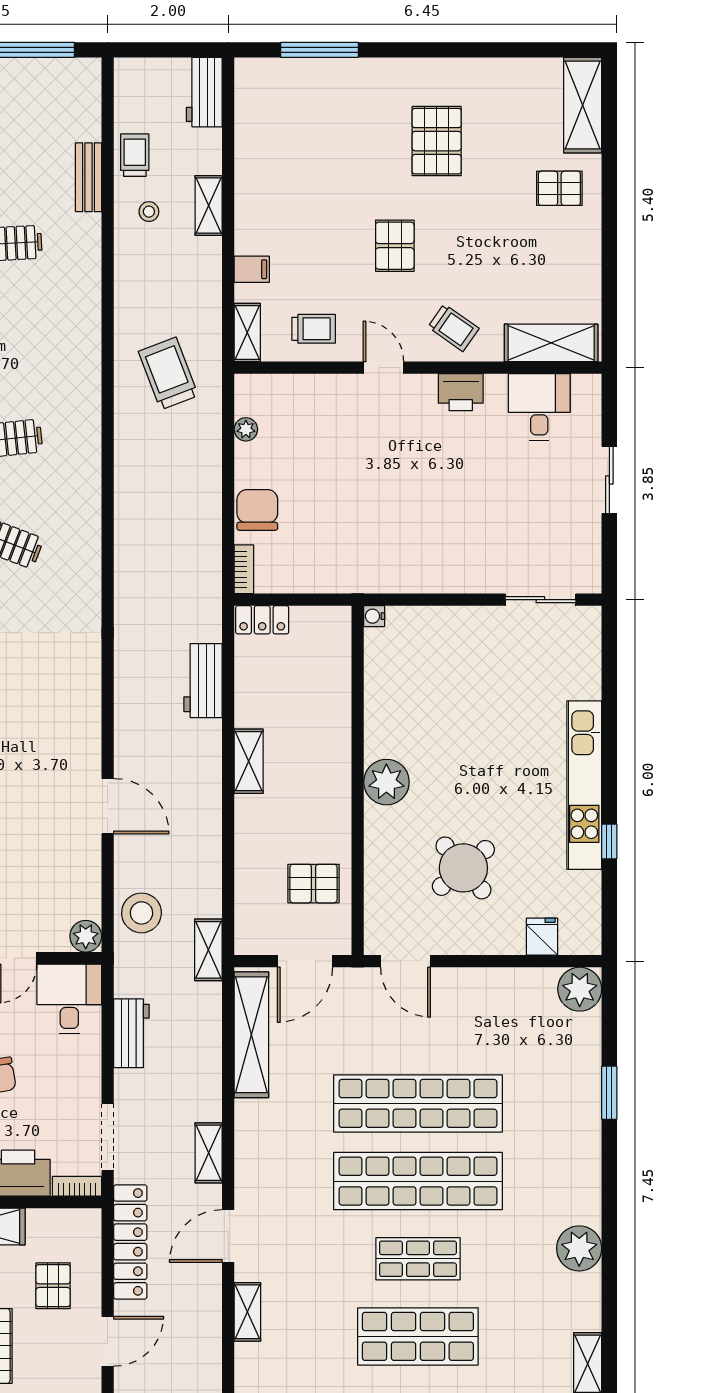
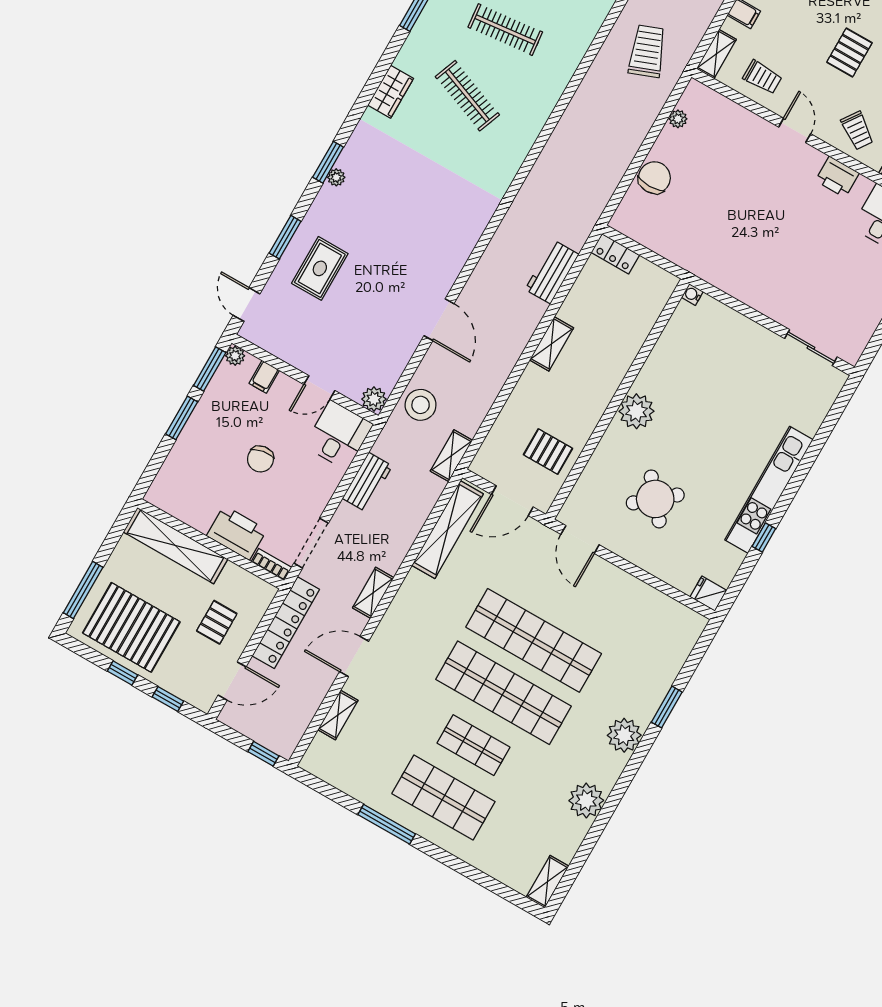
bookcase: (244, 569) -> (623, 213), removed
fridge: (542, 937) -> (708, 594), moved, turned -90
plant: (580, 989) -> (624, 735), moved

